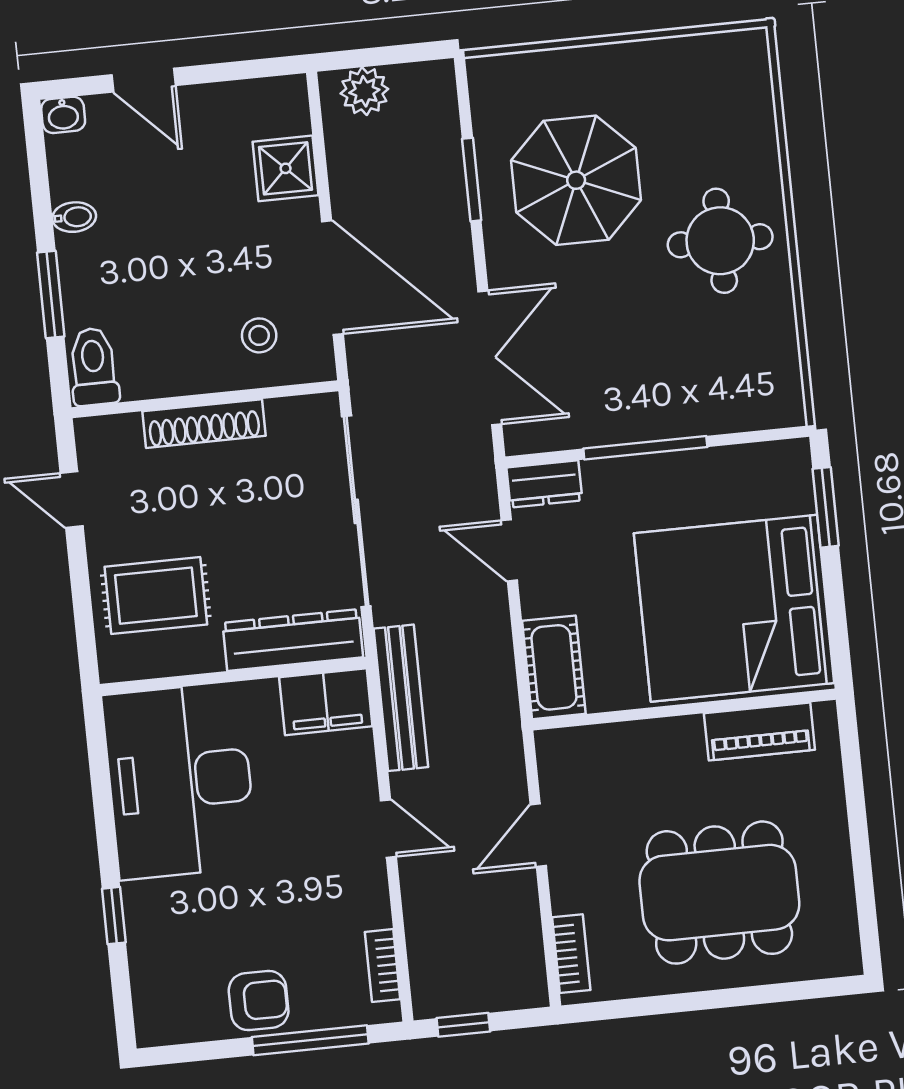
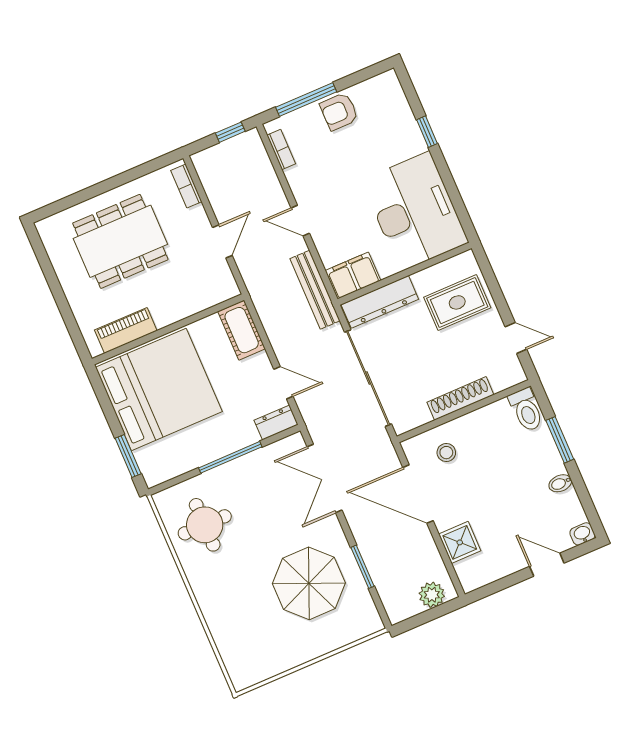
round table: (720, 241) -> (205, 525), moved

